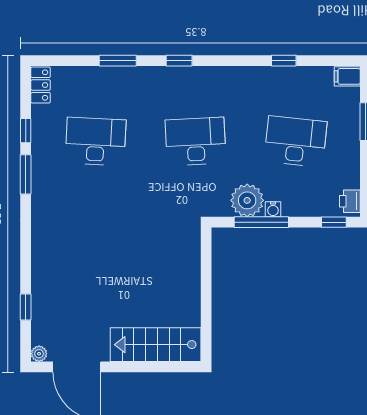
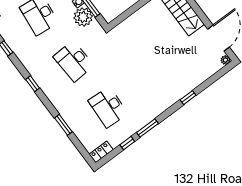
window: (179, 61) -> (33, 84), moved
window: (26, 307) -> (188, 98), moved

